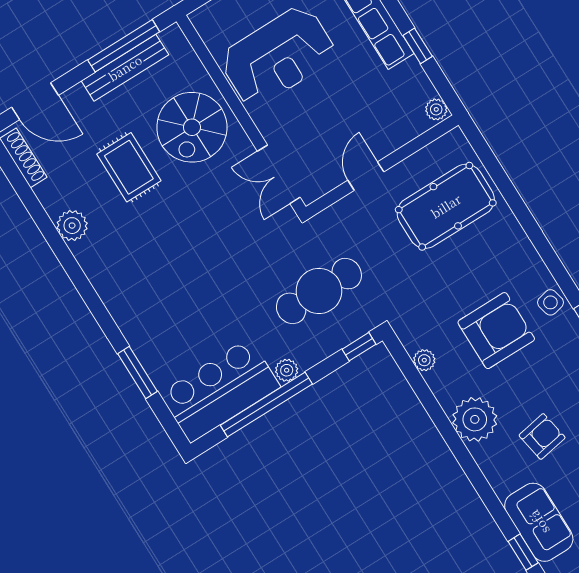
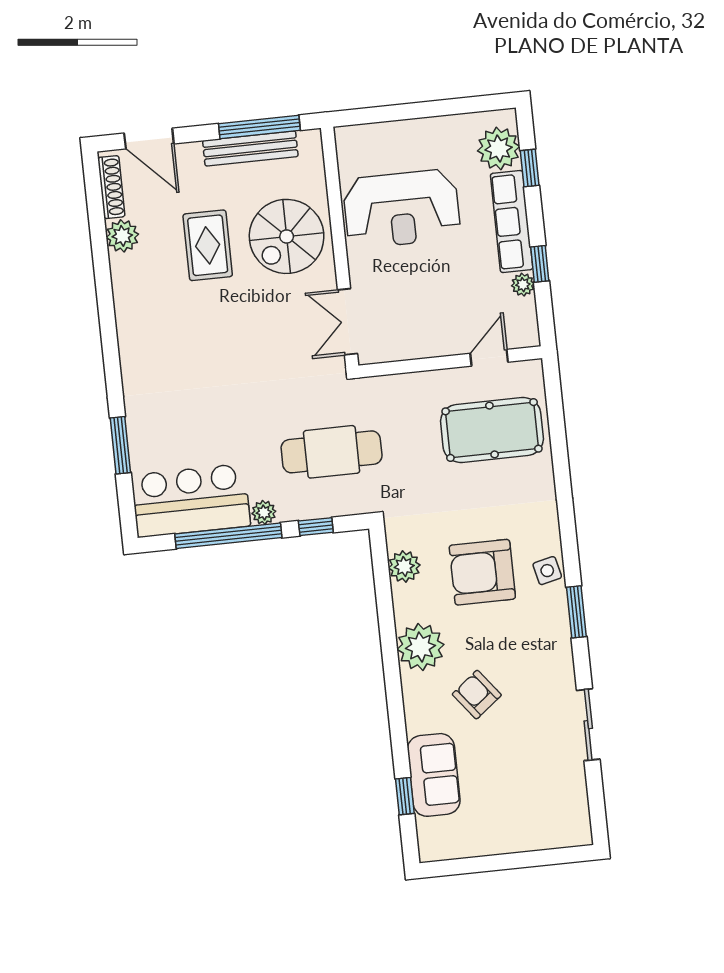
plant: (436, 109) -> (523, 285), moved
door: (366, 176) -> (489, 358), moved
plant: (72, 226) -> (122, 236), moved
armchair: (496, 331) -> (482, 572), turned 180
window: (359, 347) -> (316, 527), moved
plant: (424, 360) -> (404, 566), width x1.38, depth x1.38
armchair: (542, 436) -> (477, 695), turned -118

